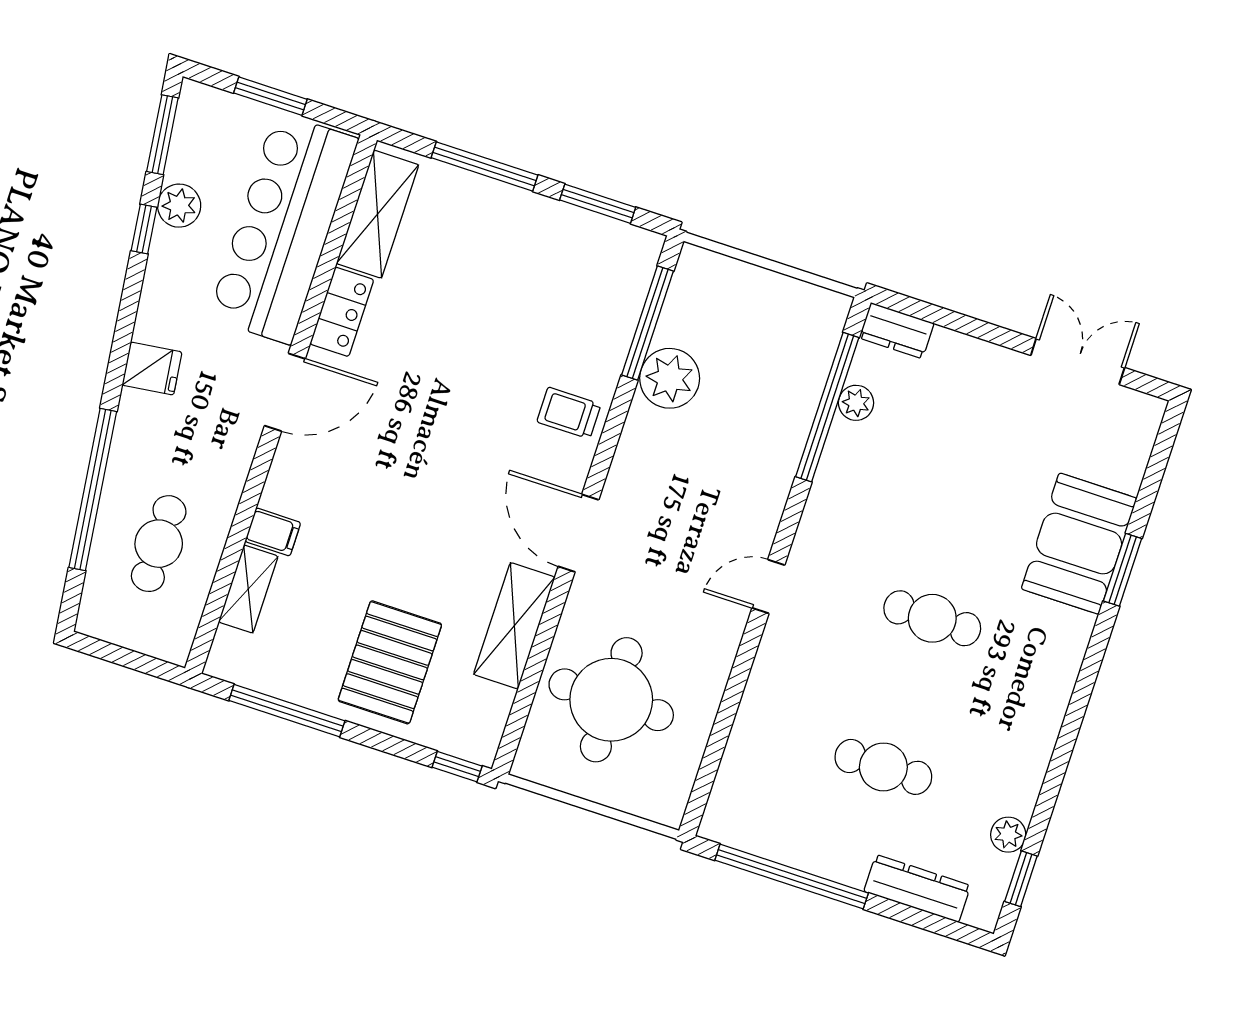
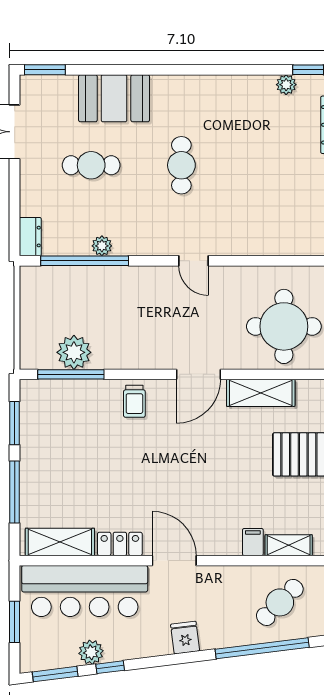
plant: (670, 378) -> (74, 352), moved
plant: (856, 403) -> (102, 246), moved
cafe table: (159, 544) -> (280, 602), turned -45
window: (1123, 570) -> (45, 70), moved
cafe table: (883, 767) -> (91, 165), moved, turned 90

